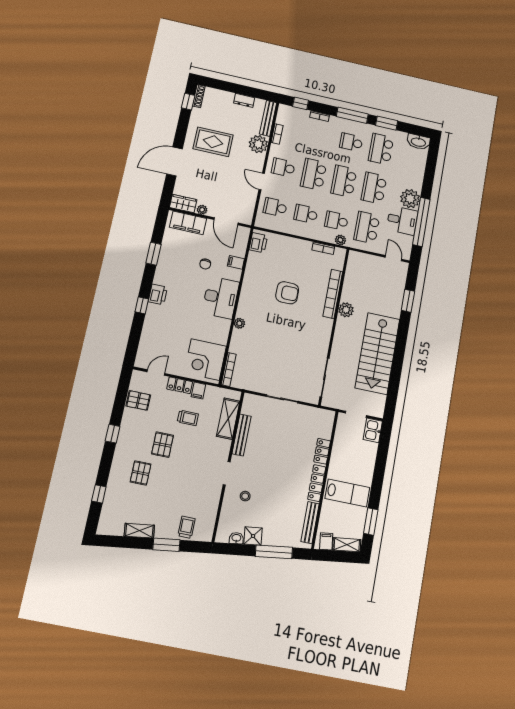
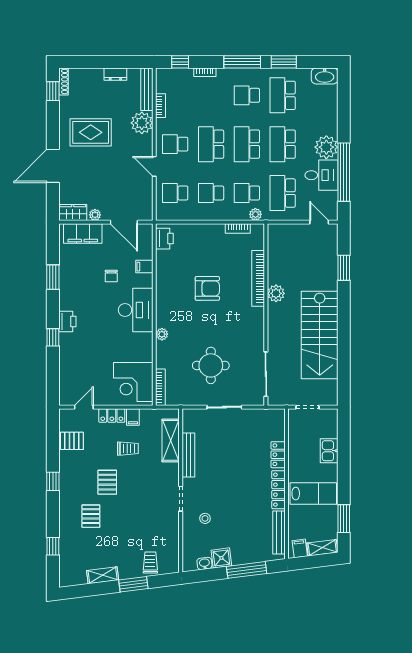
round table: (277, 360) -> (211, 365), added
kitchen sink: (373, 430) -> (329, 451), moved

